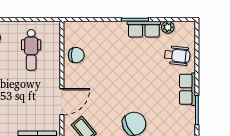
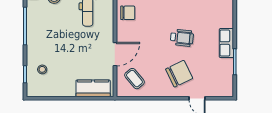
wheelchair: (177, 56) -> (182, 38), moved

